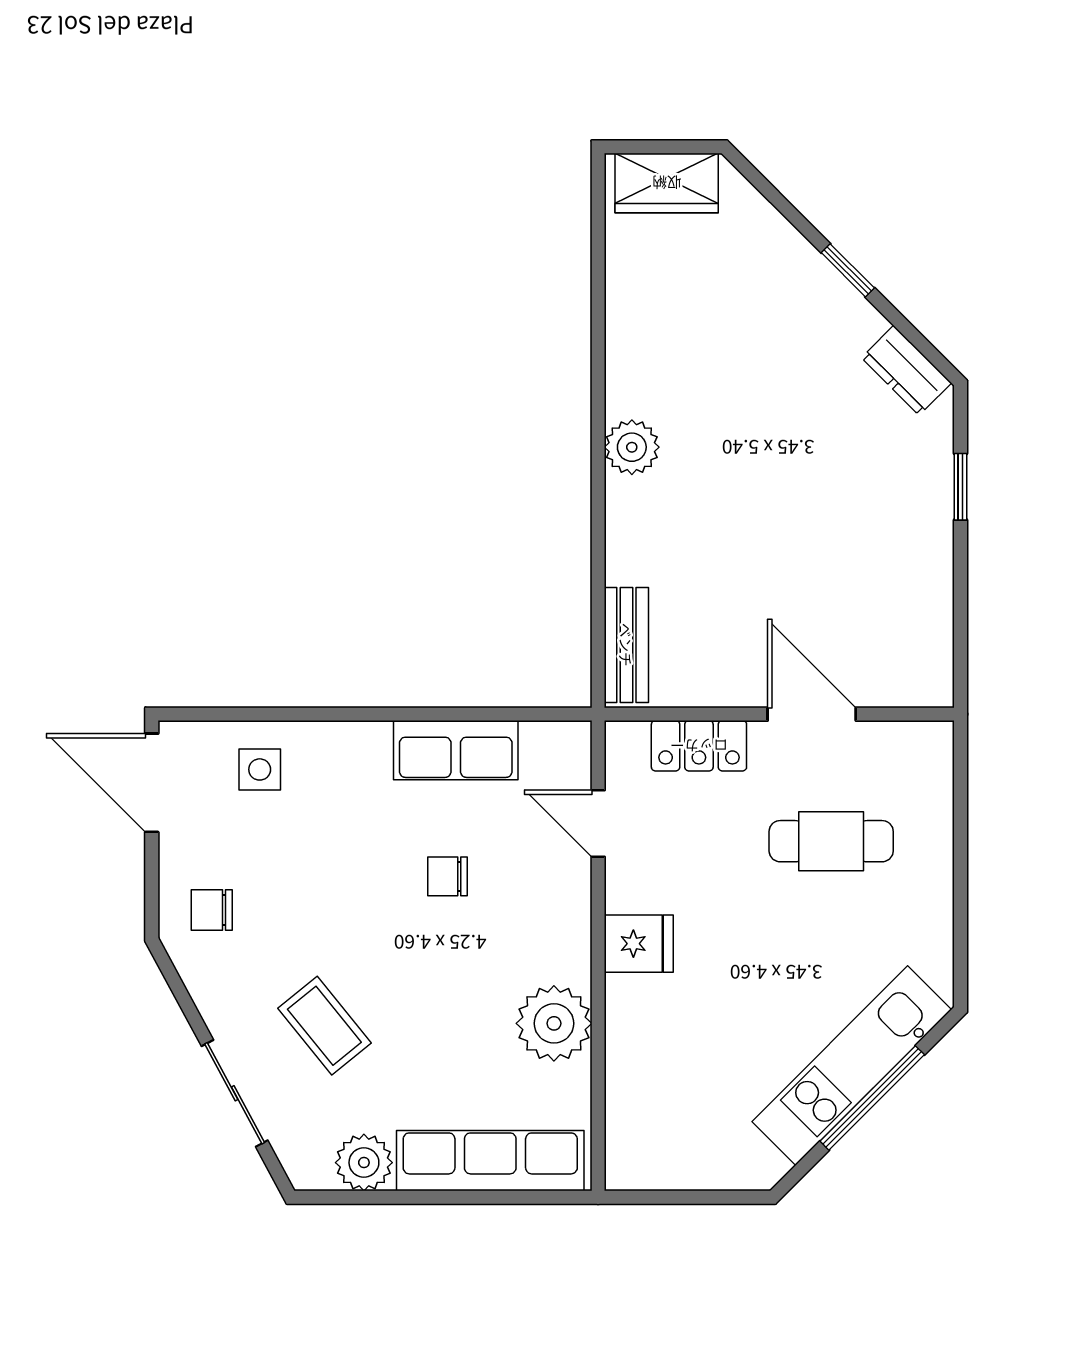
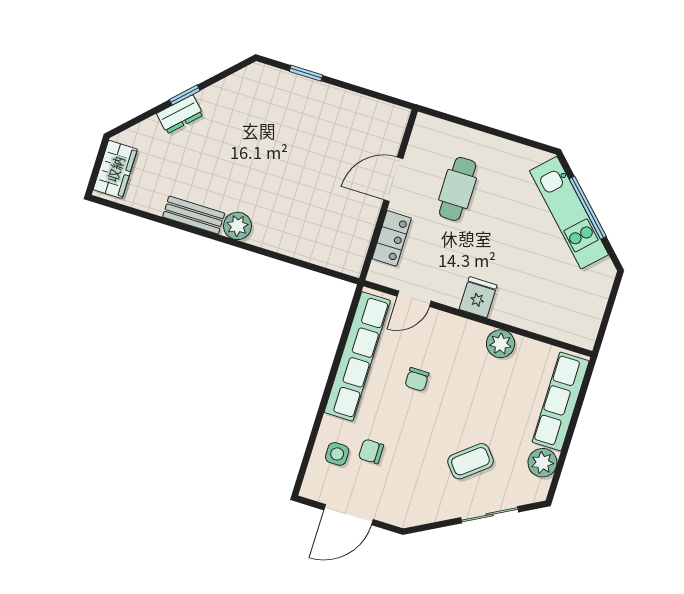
dresser: (906, 370) -> (180, 114), moved
bench: (626, 645) -> (194, 215), moved
row of seats: (456, 750) -> (357, 356), width x2.02
door: (152, 783) -> (348, 515), moved
chair: (212, 910) -> (371, 451), moved, turned 90
plant: (554, 1023) -> (501, 344), width x0.73, depth x0.73

